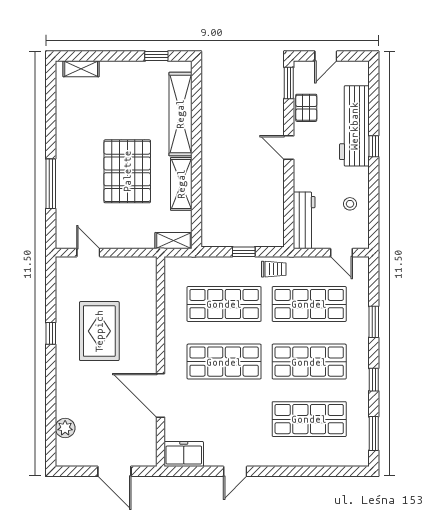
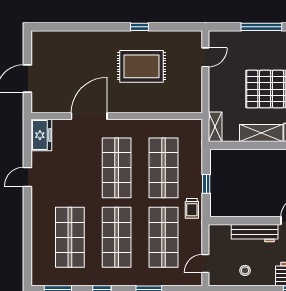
workbench: (304, 220) -> (255, 233), moved
plant: (65, 428) -> (63, 39), removed
door: (235, 471) -> (27, 177), hinge flipped

